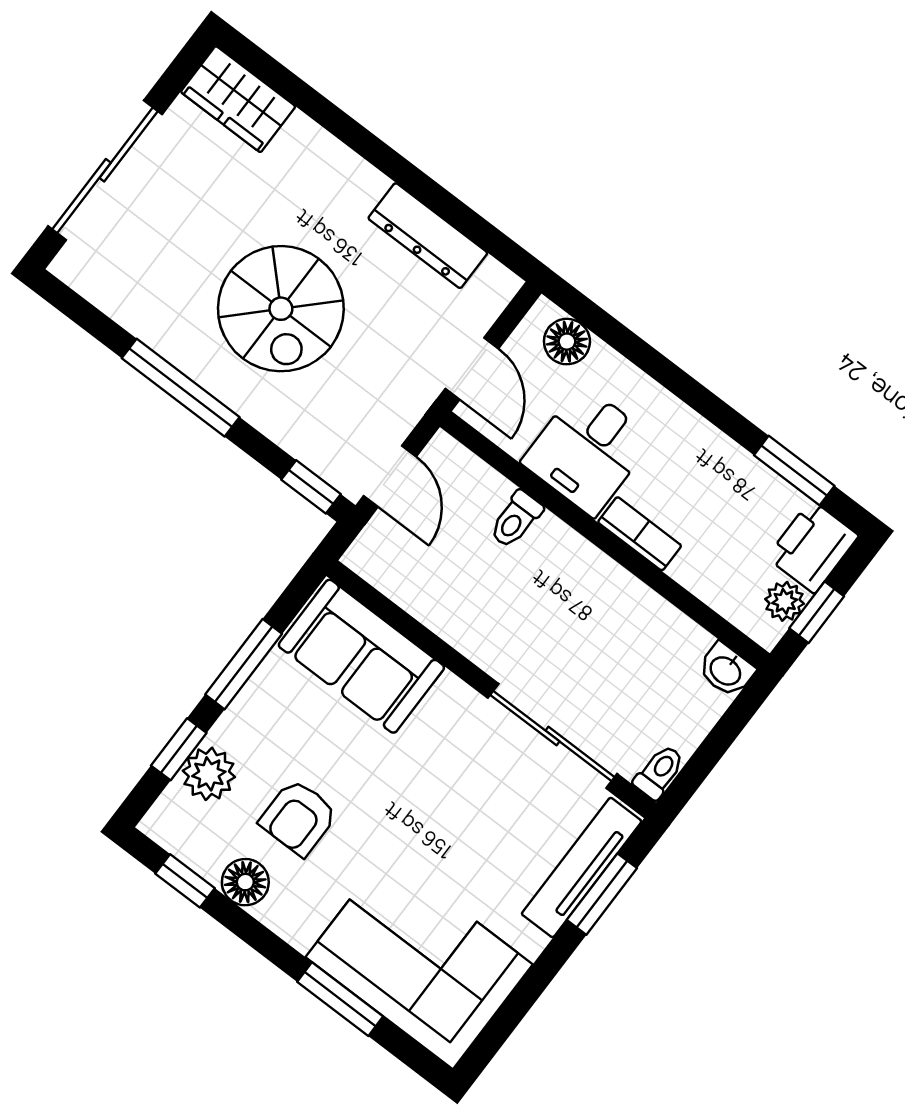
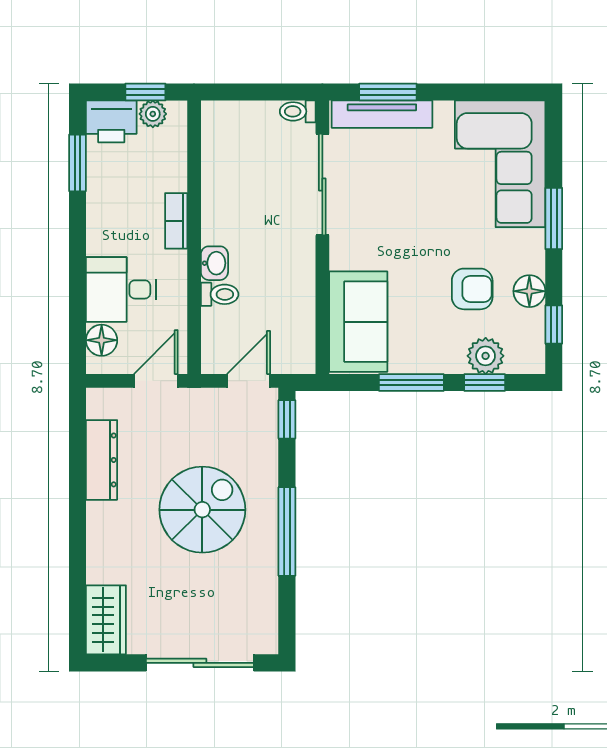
desk: (588, 450) -> (121, 289), moved, turned 180
washbasin: (726, 670) -> (214, 263), moved
window: (340, 999) -> (554, 219), moved

